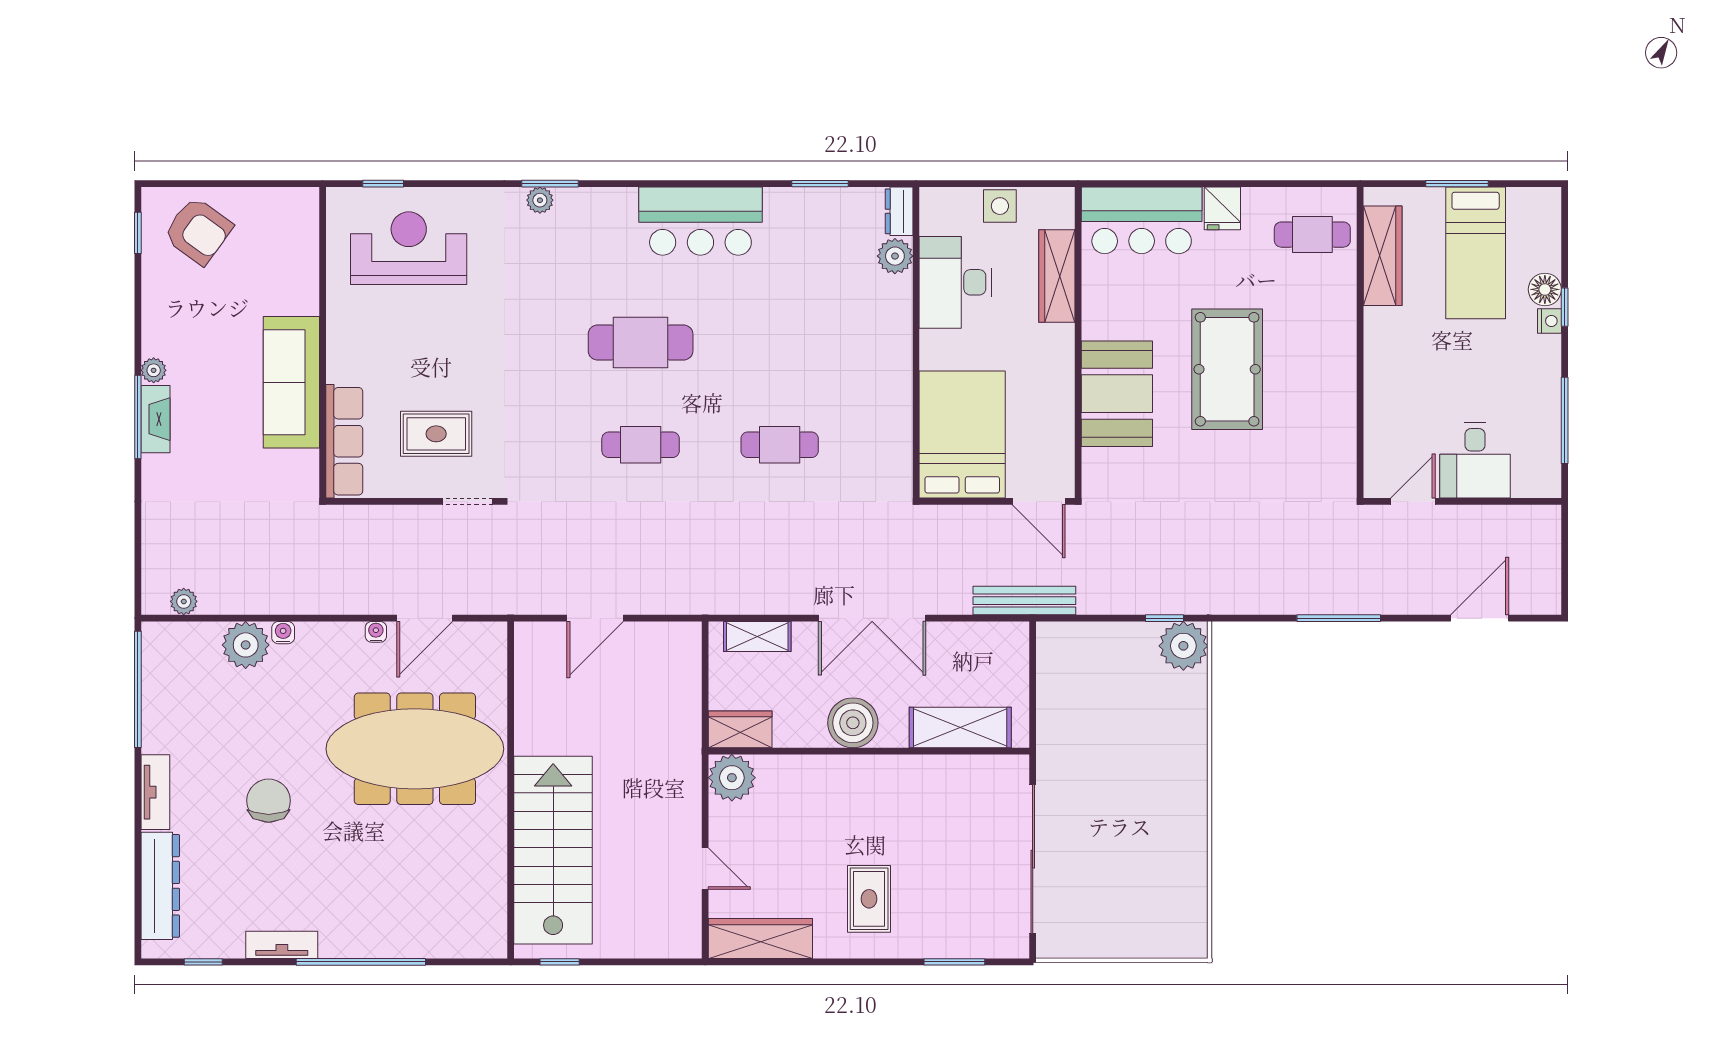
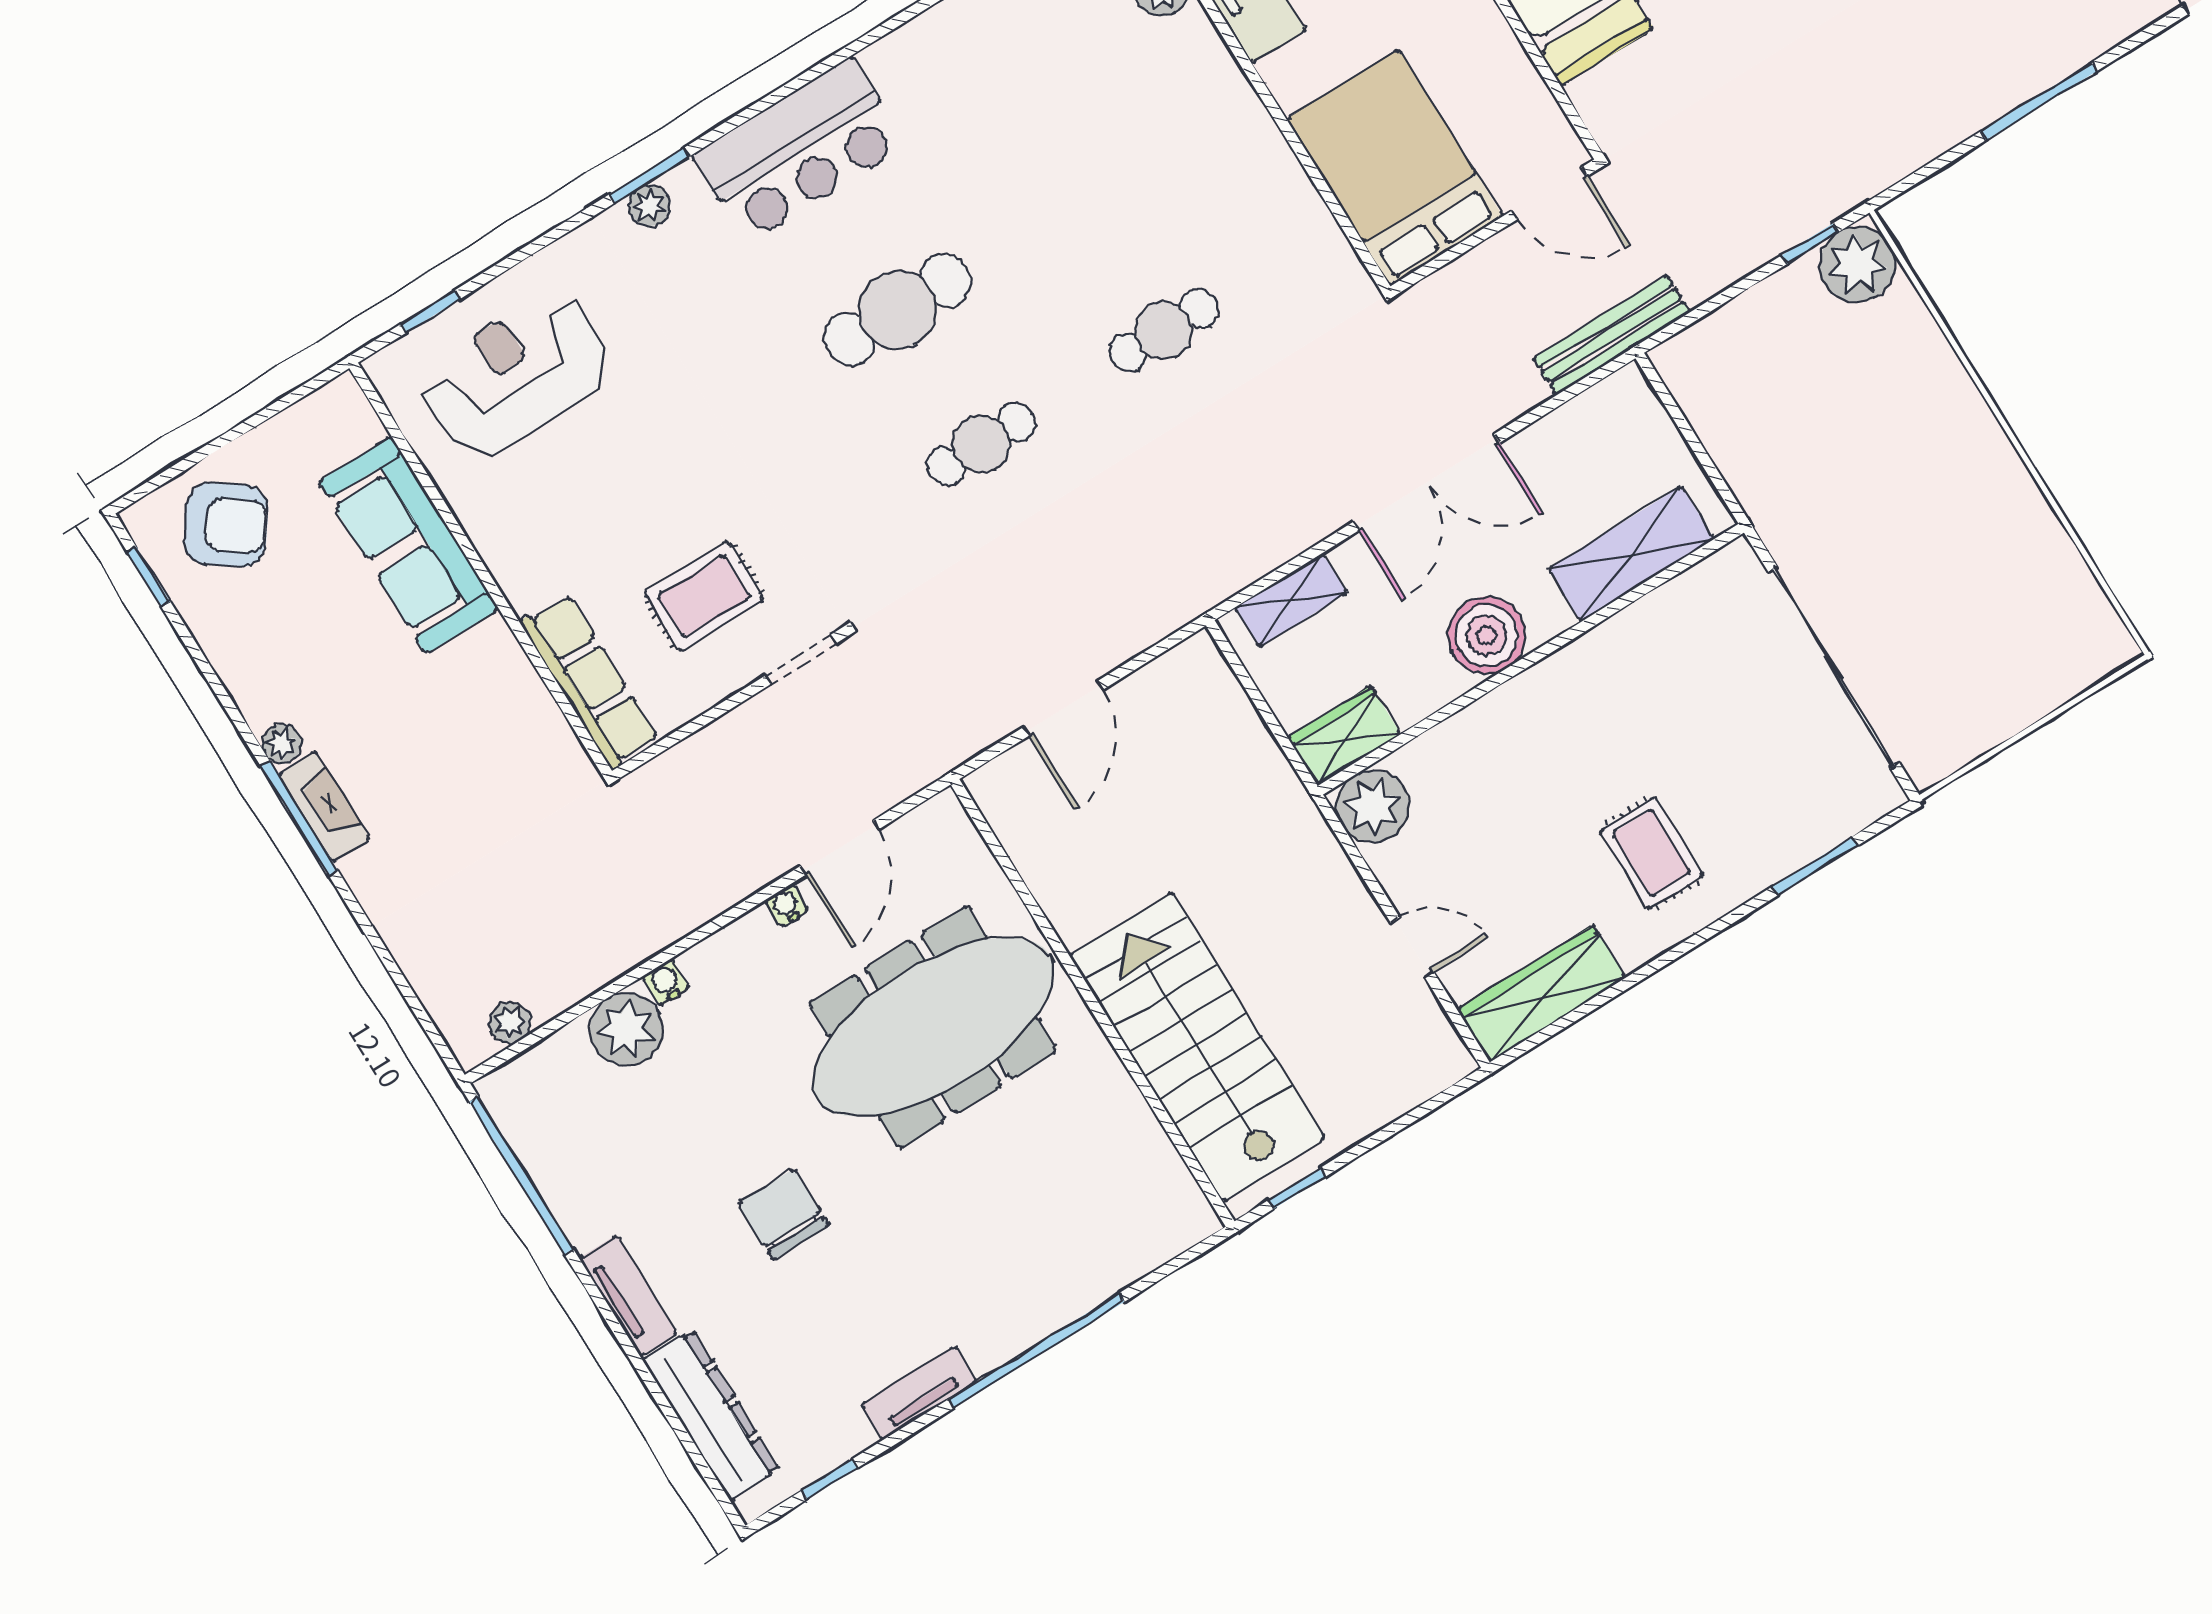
bar counter: (700, 221) -> (799, 150), moved
sofa: (291, 382) -> (409, 545), moved

